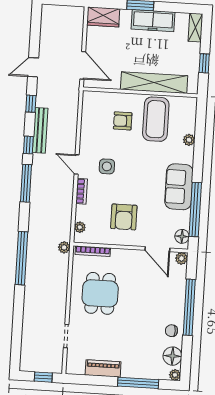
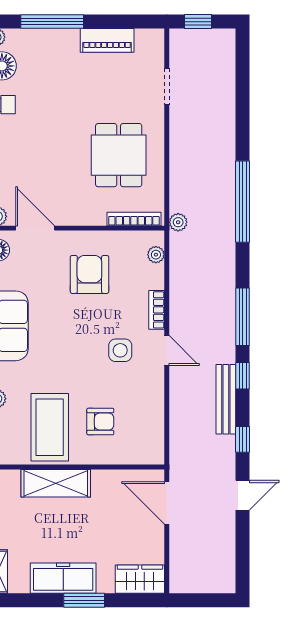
shelving: (154, 83) -> (56, 483), width x0.68

